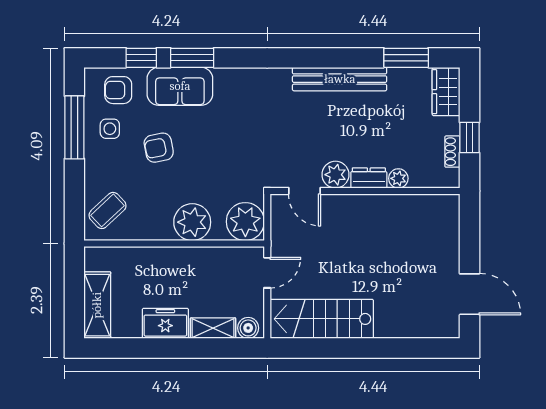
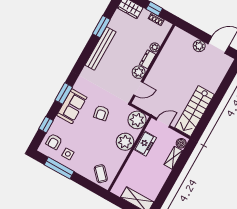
window: (192, 58) -> (64, 93), moved
window: (406, 58) -> (101, 27), moved
sofa: (180, 86) -> (72, 106), moved
armchair: (159, 148) -> (101, 113), moved
plant: (448, 259) -> (199, 46), added
door: (267, 273) -> (163, 123), hinge flipped
freezer: (165, 323) -> (145, 143), moved, turned 180

